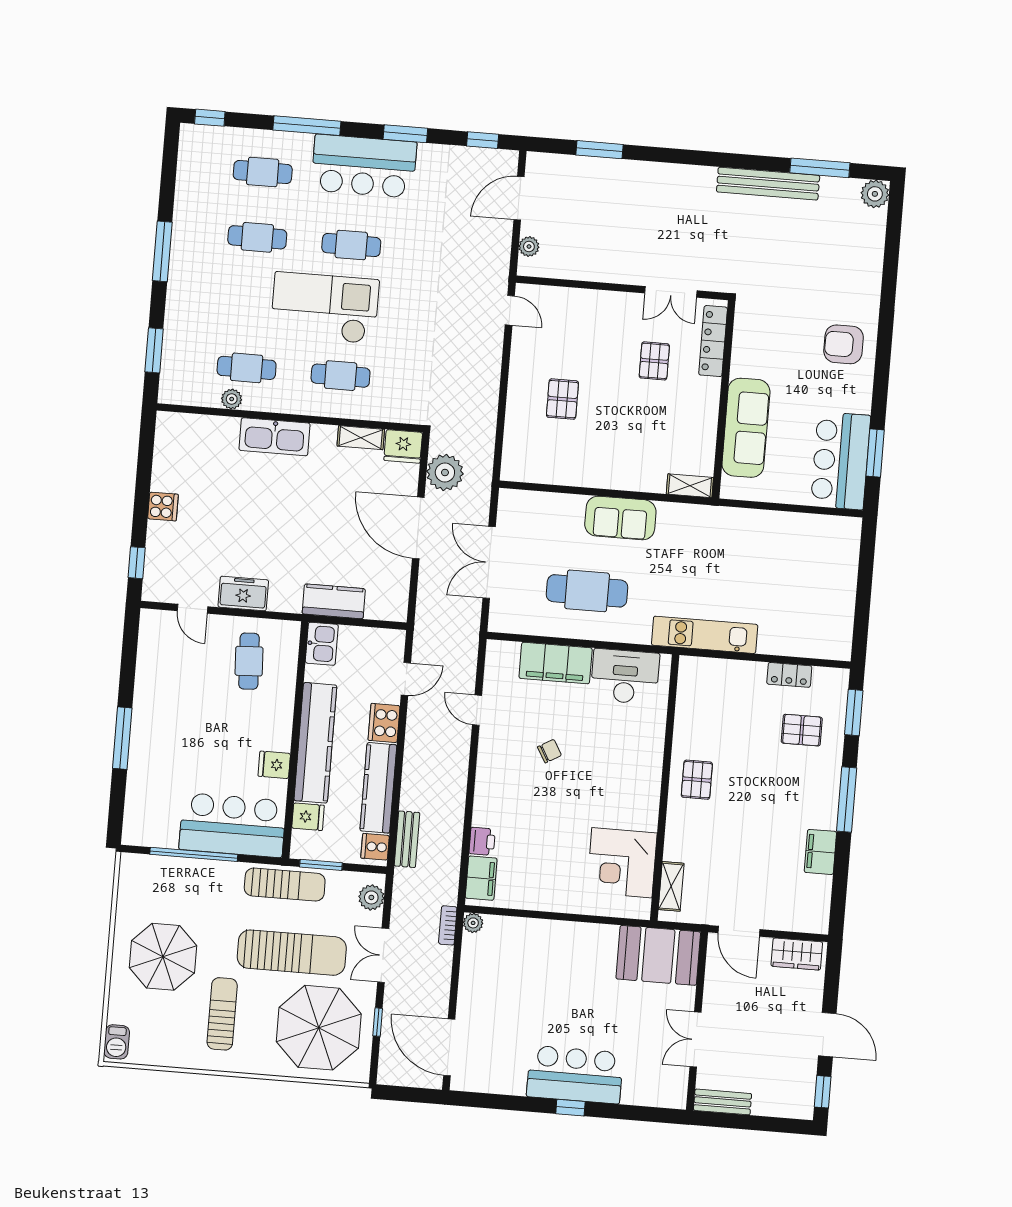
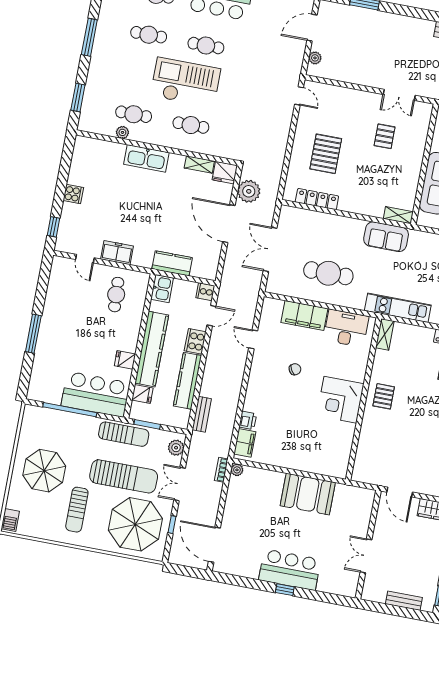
locker: (713, 341) -> (317, 199), moved, turned 90
pallet: (562, 399) -> (326, 154), width x1.50, depth x1.42
sofa: (620, 518) -> (386, 237), moved
cooker: (375, 847) -> (205, 292), moved
corner desk: (622, 863) -> (340, 400), moved
shelving: (671, 886) -> (385, 334), moved
booth: (658, 955) -> (308, 494), moved
sun lounger: (222, 1014) -> (77, 510), turned 180
bench: (722, 1102) -> (404, 601), moved

